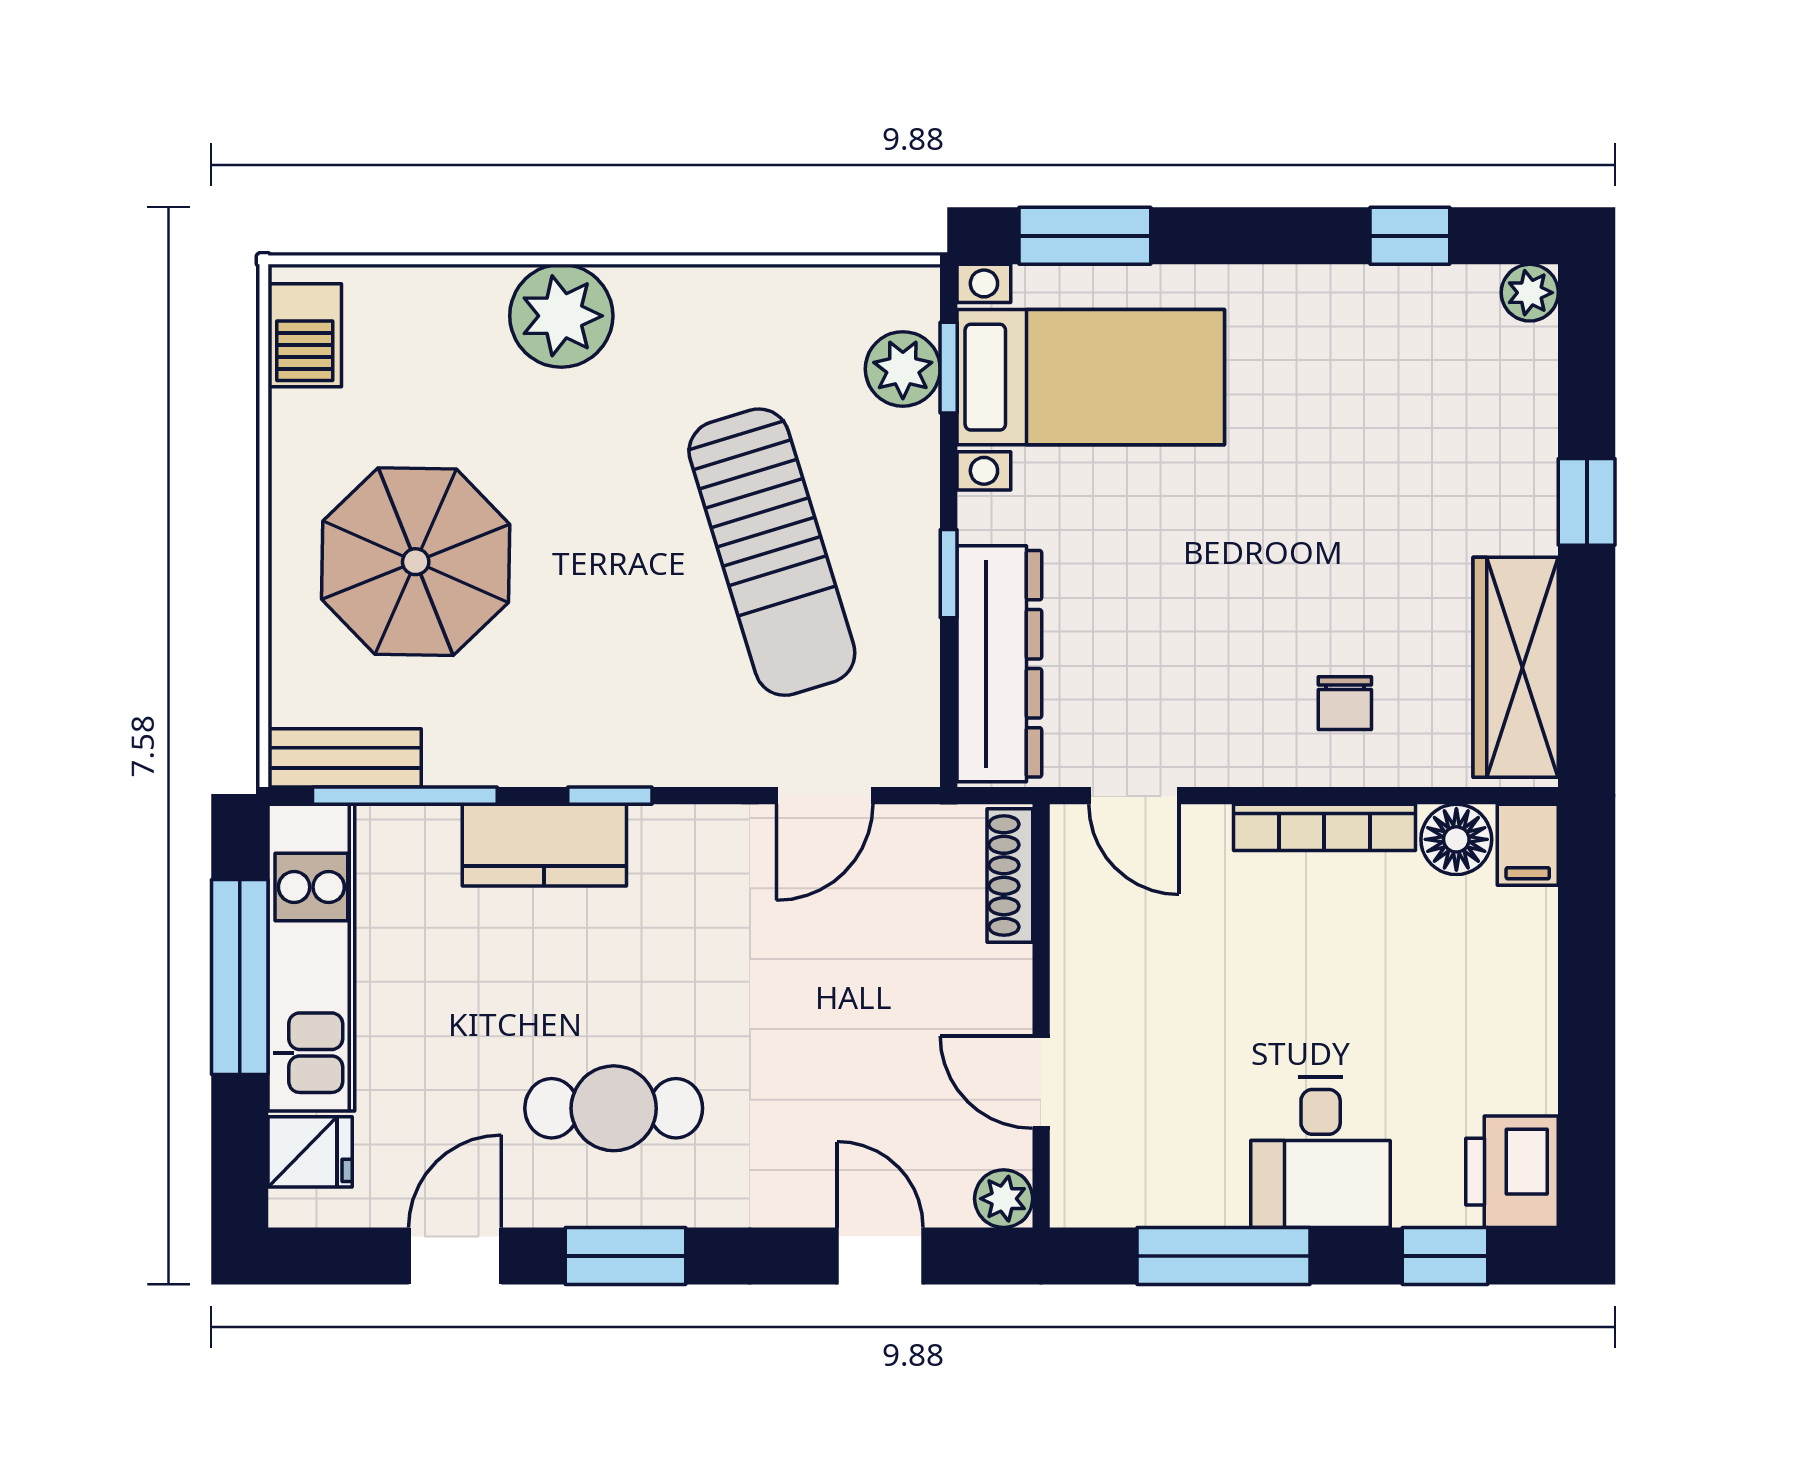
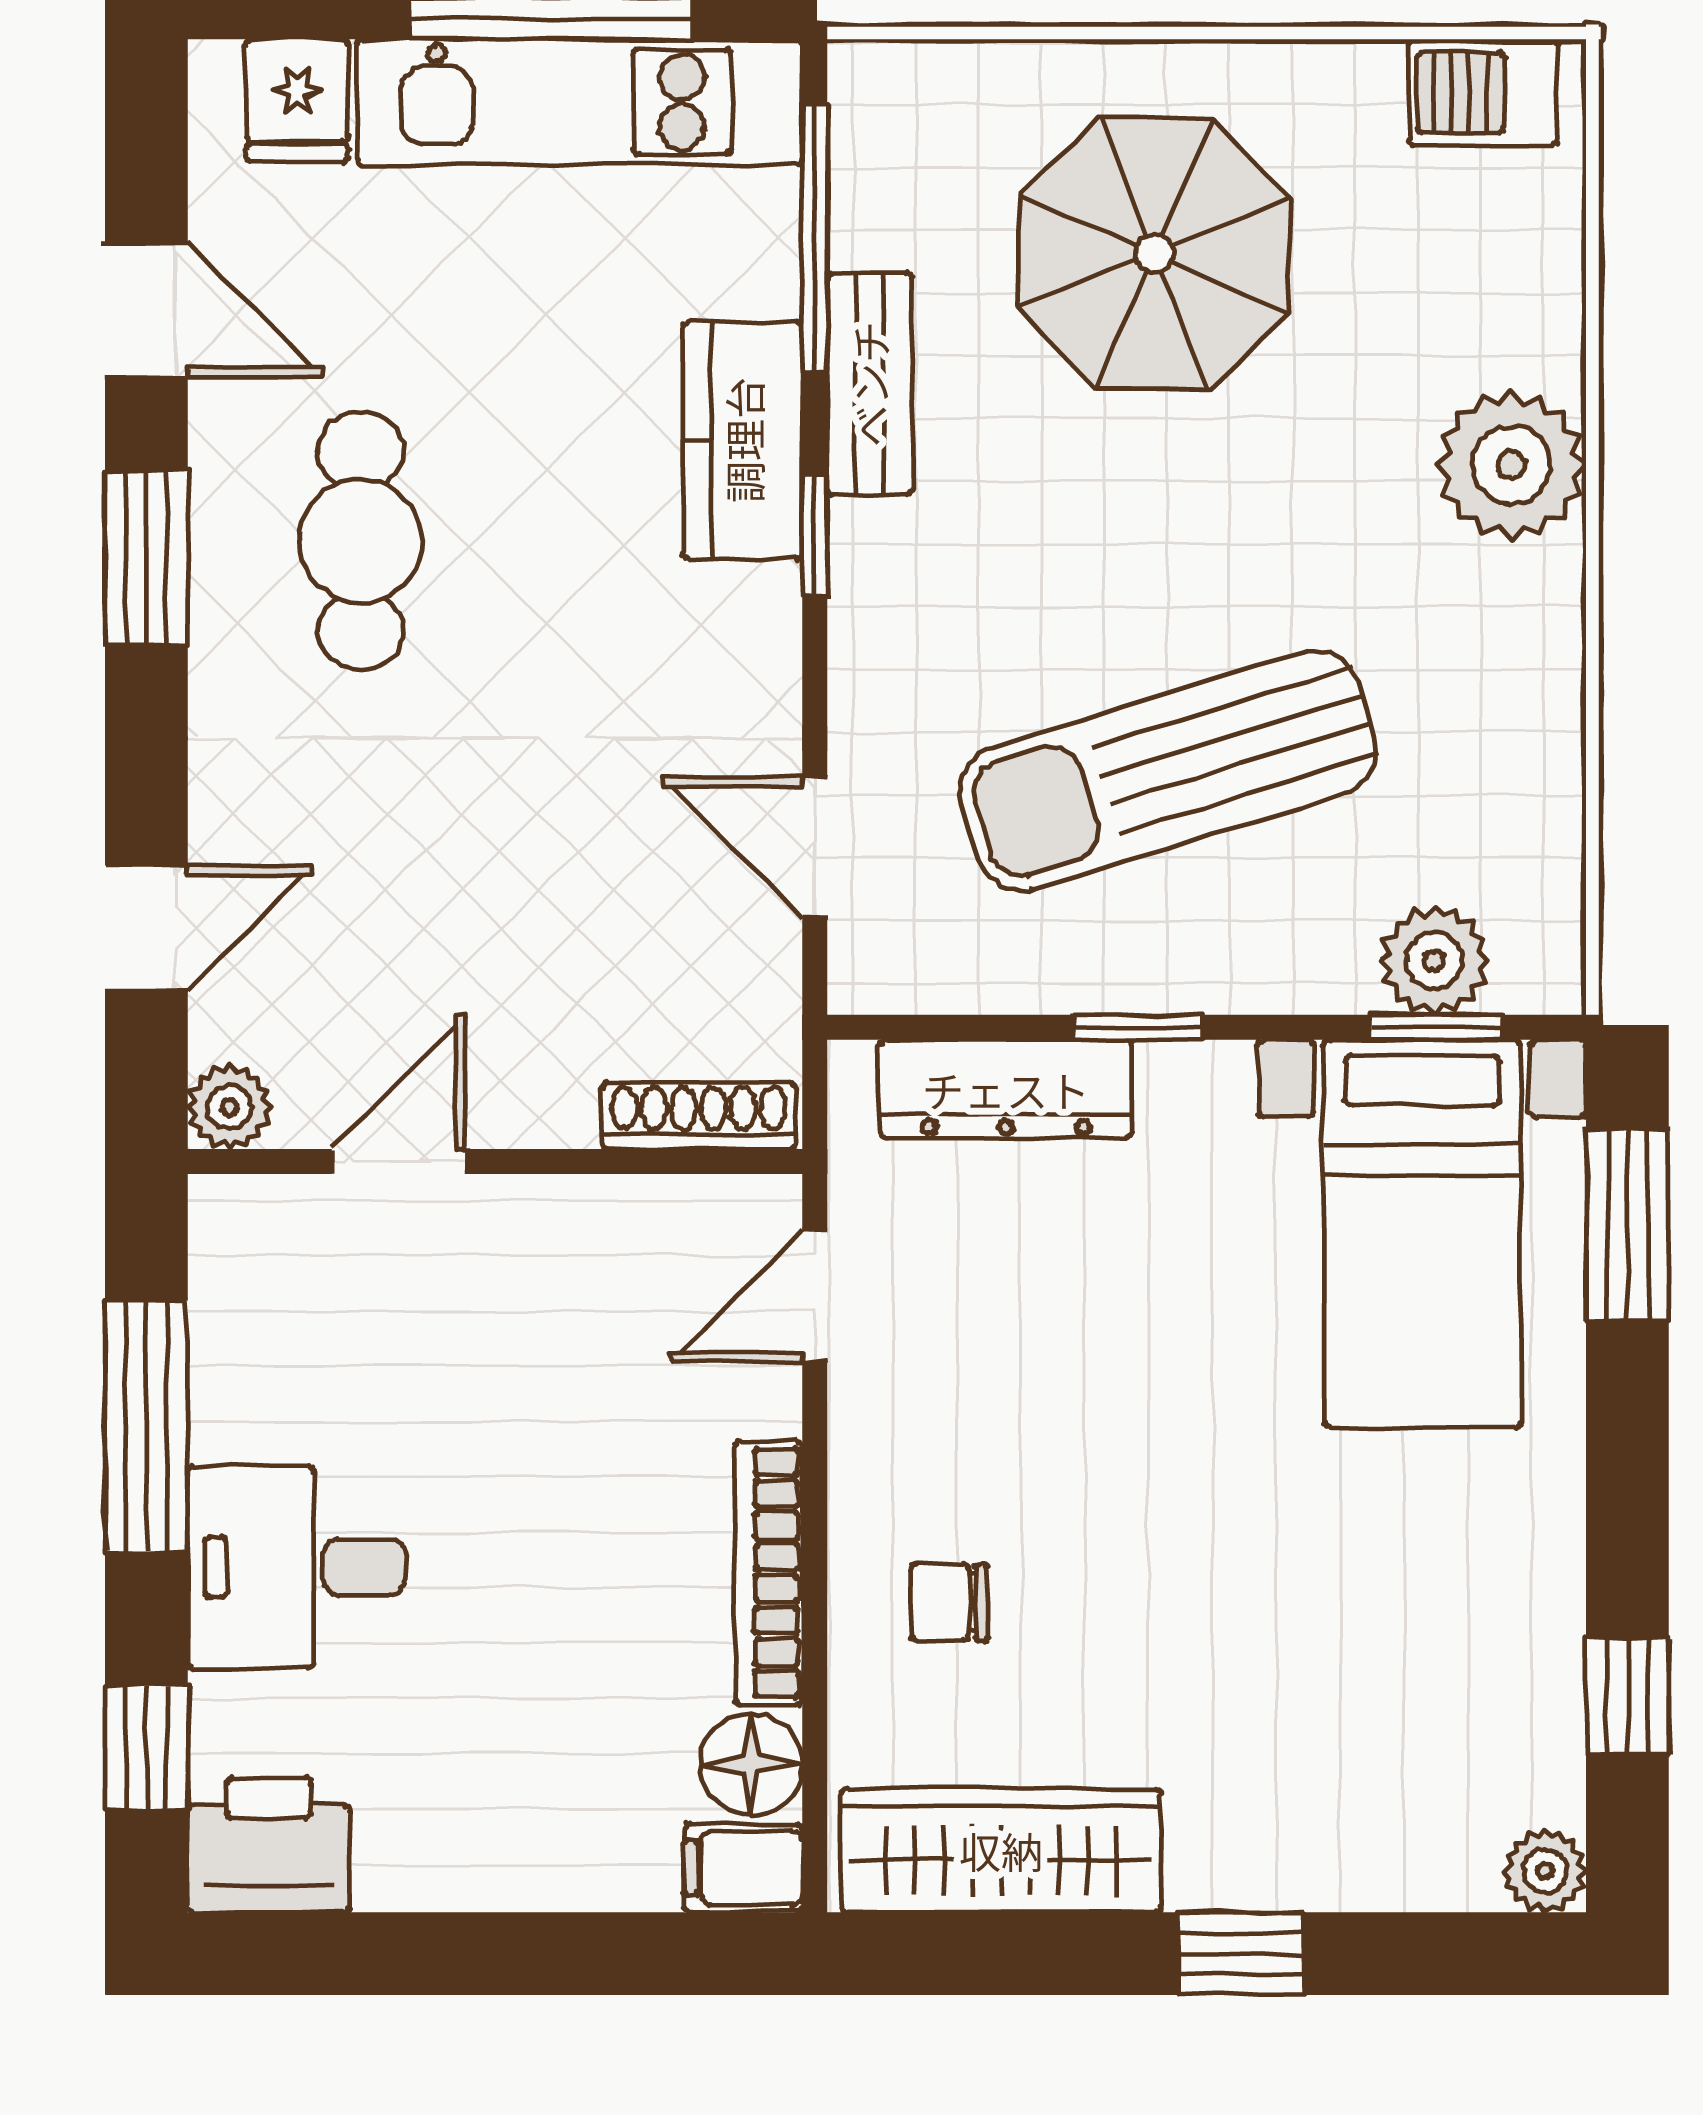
dresser: (999, 664) -> (1006, 1089), width x0.73, depth x0.80
bench: (345, 758) -> (869, 384), moved

